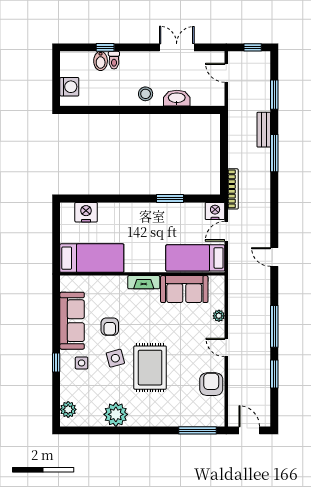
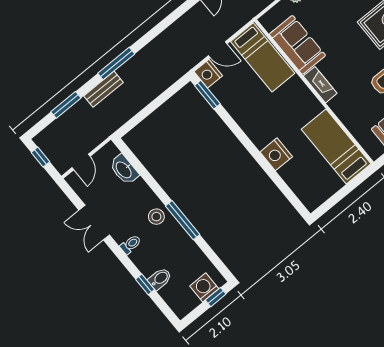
toilet: (114, 60) -> (131, 244), moved
window: (56, 89) -> (216, 297), added
washbasin: (177, 98) -> (124, 170), moved
window: (128, 110) -> (183, 220), added
bookcase: (233, 189) -> (176, 74), removed
window: (170, 198) -> (207, 95), moved
nightstand: (86, 212) -> (276, 154), moved

